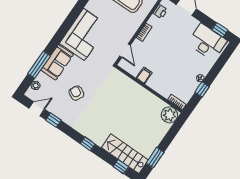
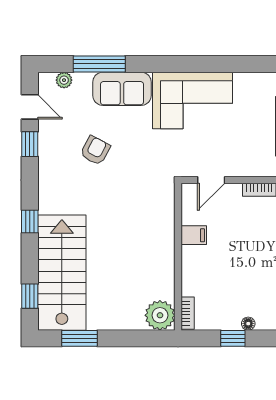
stairs: (125, 154) -> (62, 273), width x1.36, depth x1.51

